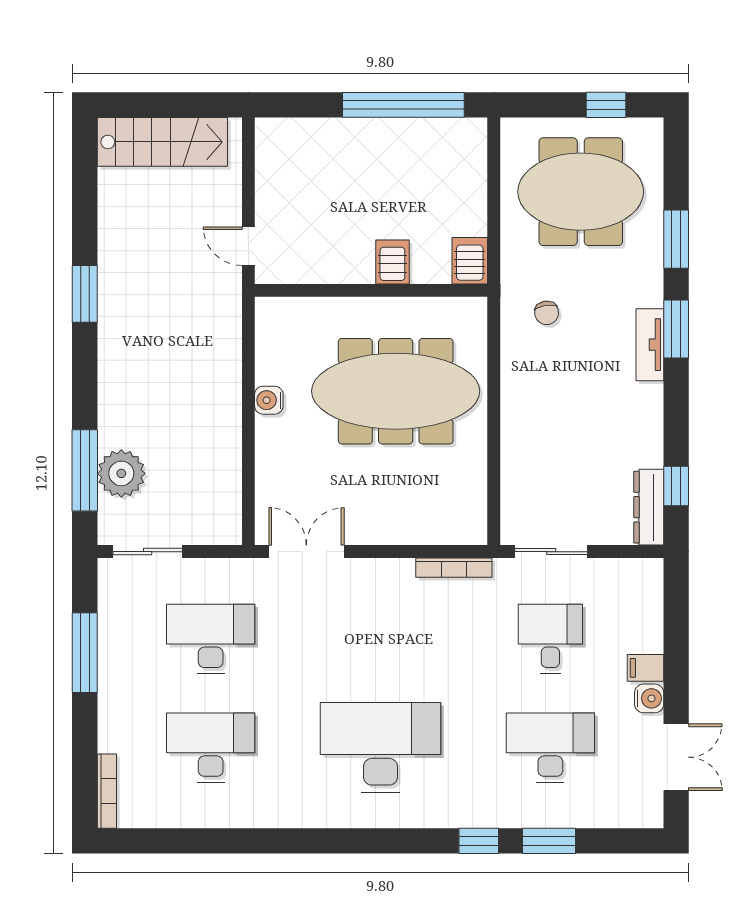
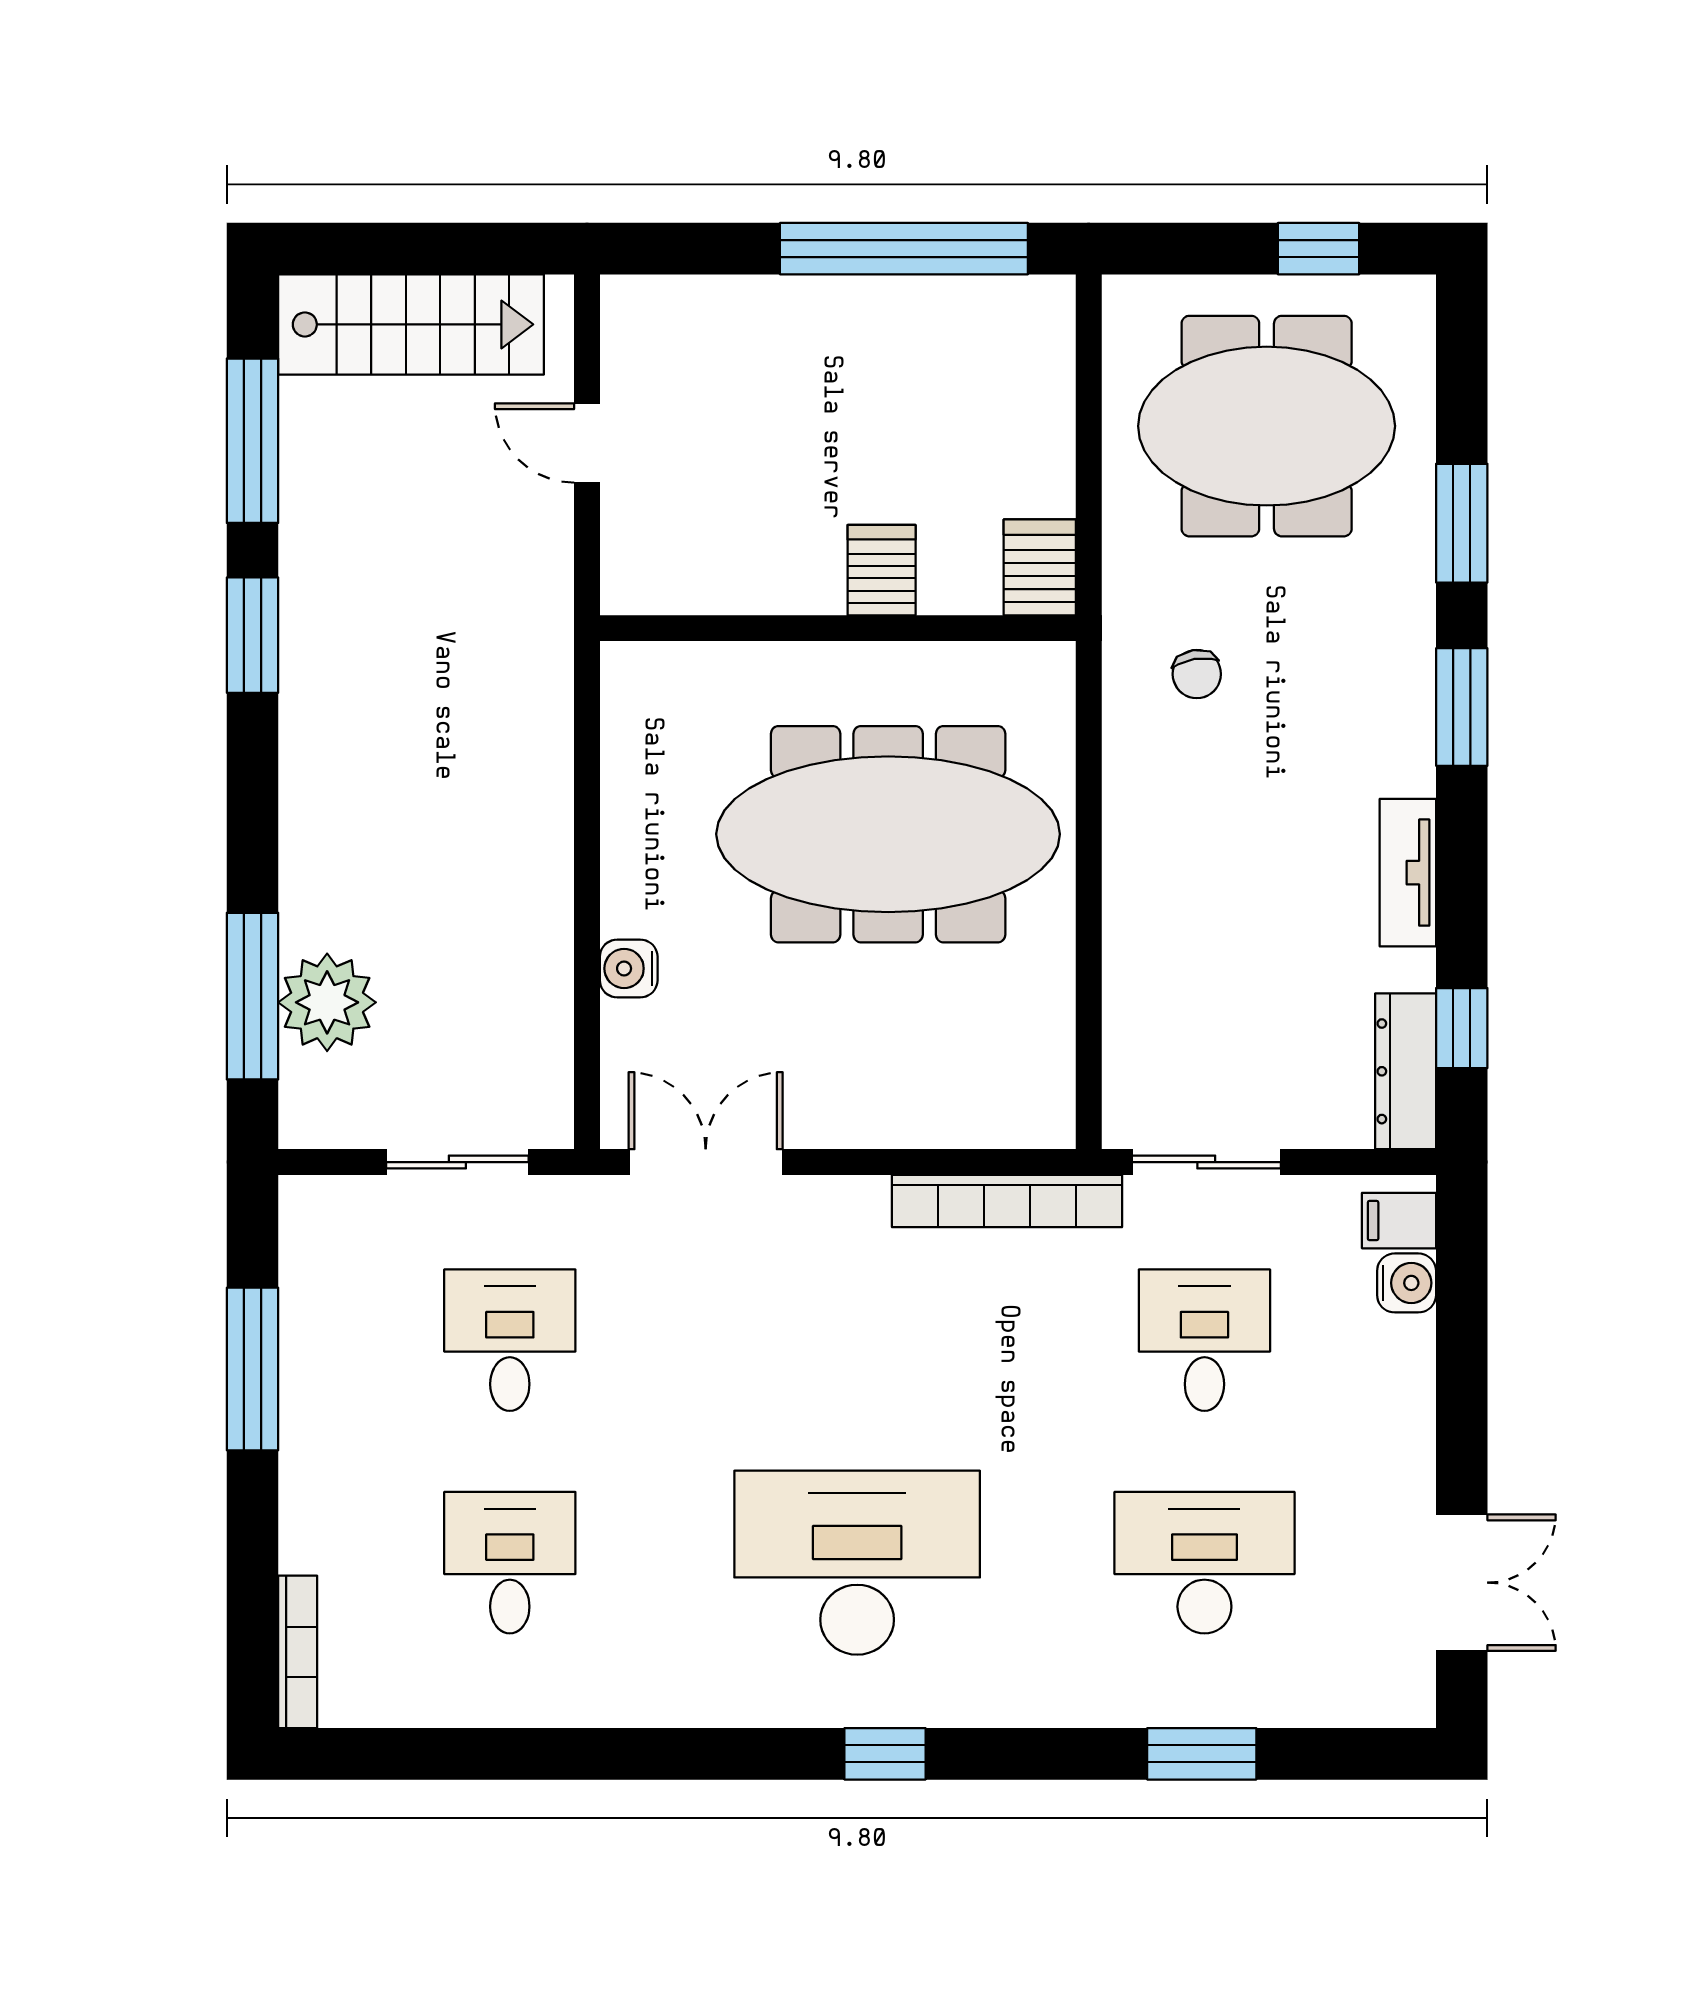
window: (85, 199) -> (252, 441), added
door: (248, 246) -> (587, 443), moved
tv unit: (650, 345) -> (1408, 873), moved
water cooler: (269, 400) -> (629, 968), moved
sliding door: (148, 552) -> (457, 1162), moved
bookcase: (454, 568) -> (1007, 1201), width x1.48, depth x1.31
desk: (211, 639) -> (510, 1340), width x0.73
filing cabinet: (645, 668) -> (1399, 1221), moved
water cooler: (649, 698) -> (1407, 1283), moved
desk: (211, 747) -> (510, 1563), width x0.73
window: (479, 841) -> (885, 1754), moved

